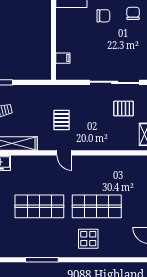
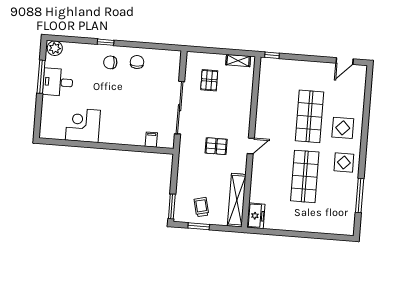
chair: (103, 16) -> (137, 62), moved
sliding door: (115, 82) -> (180, 108), moved
display table: (56, 242) -> (344, 163), added
window: (42, 260) -> (360, 195), moved

